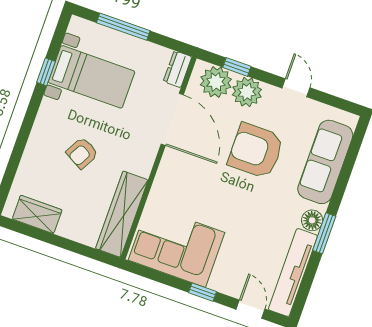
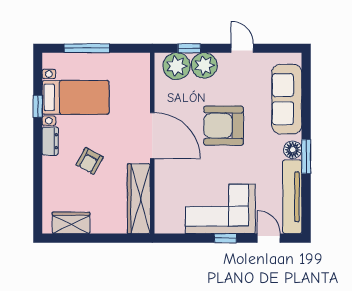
dresser: (177, 69) -> (50, 141), moved, turned 180
door: (172, 119) -> (152, 136), moved
armchair: (256, 151) -> (224, 126), moved
corner sofa: (177, 246) -> (220, 209), moved

